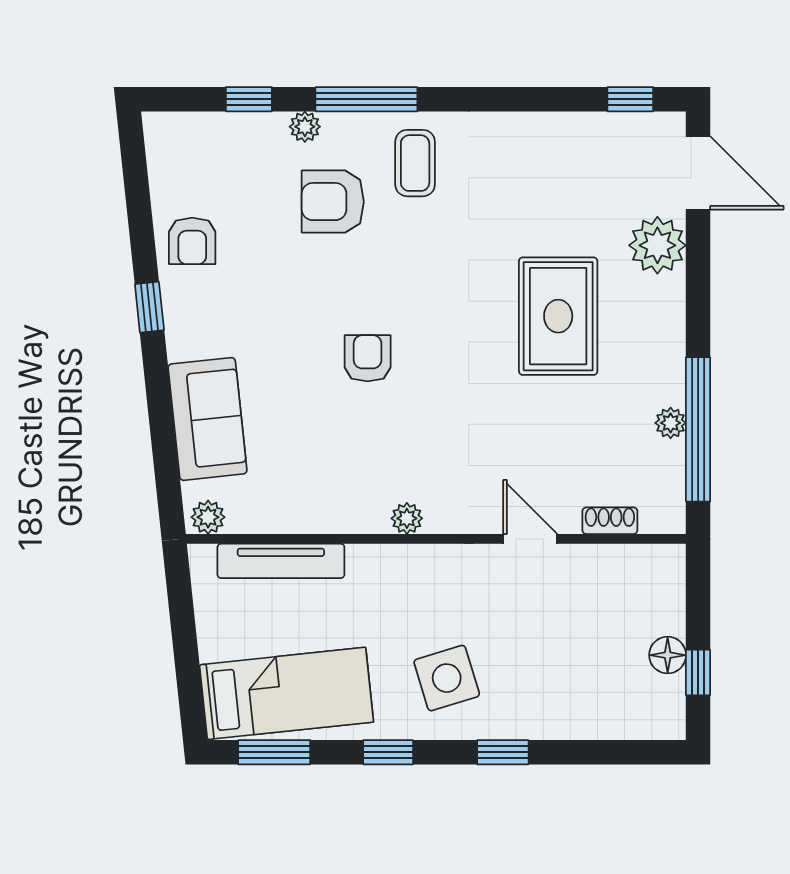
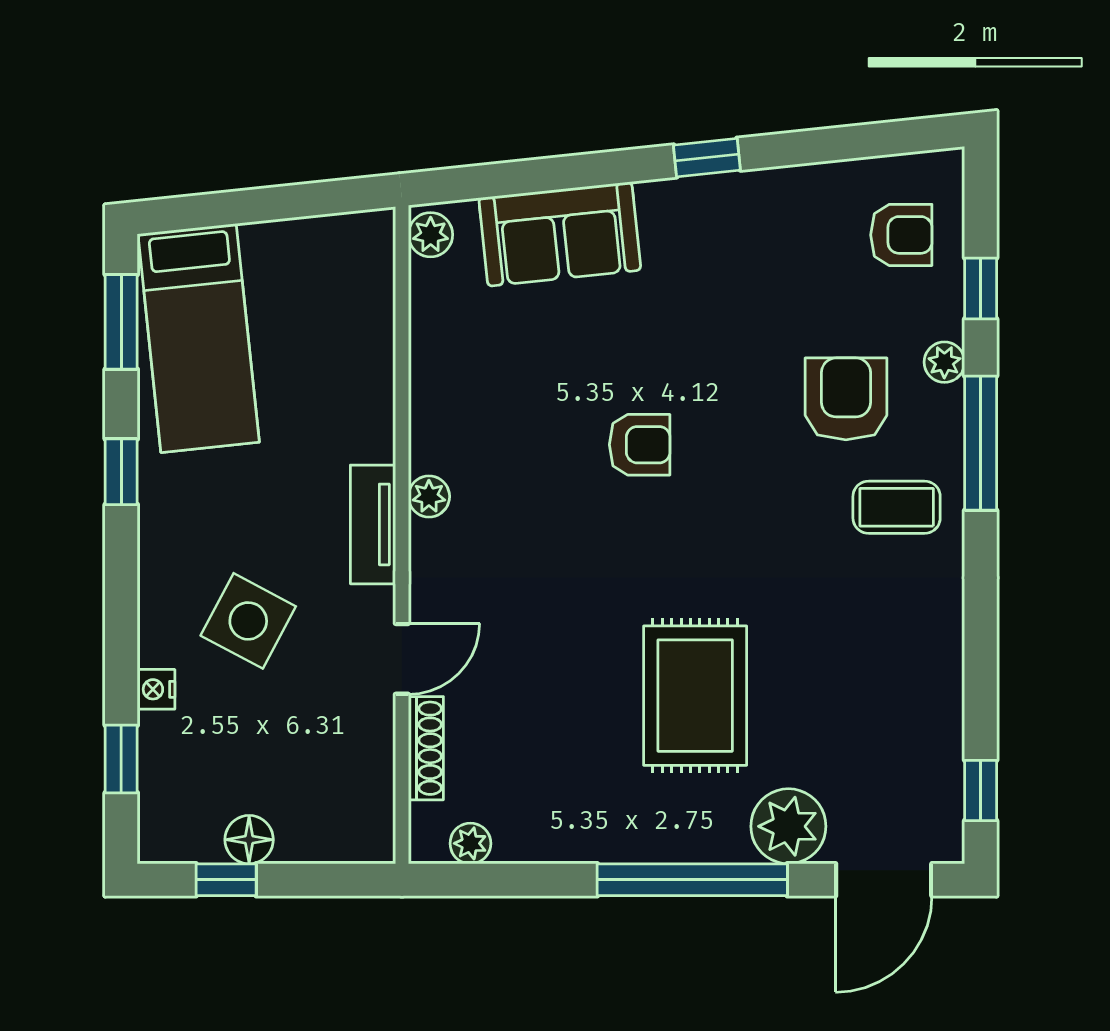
armchair: (192, 241) -> (901, 235), moved, turned 180
rug: (558, 316) -> (695, 696), turned 90
plant: (671, 423) -> (470, 843), moved
window: (698, 429) -> (692, 880), moved
shoe rack: (610, 521) -> (426, 748), width x1.43
tv unit: (281, 561) -> (373, 524), moved, width x0.71
side table: (447, 678) -> (248, 621), moved, turned 45
nightstand: (553, 726) -> (156, 689), added
window: (503, 752) -> (121, 759), moved

